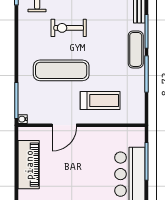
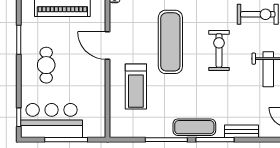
cafe table: (81, 179) -> (46, 65), added

